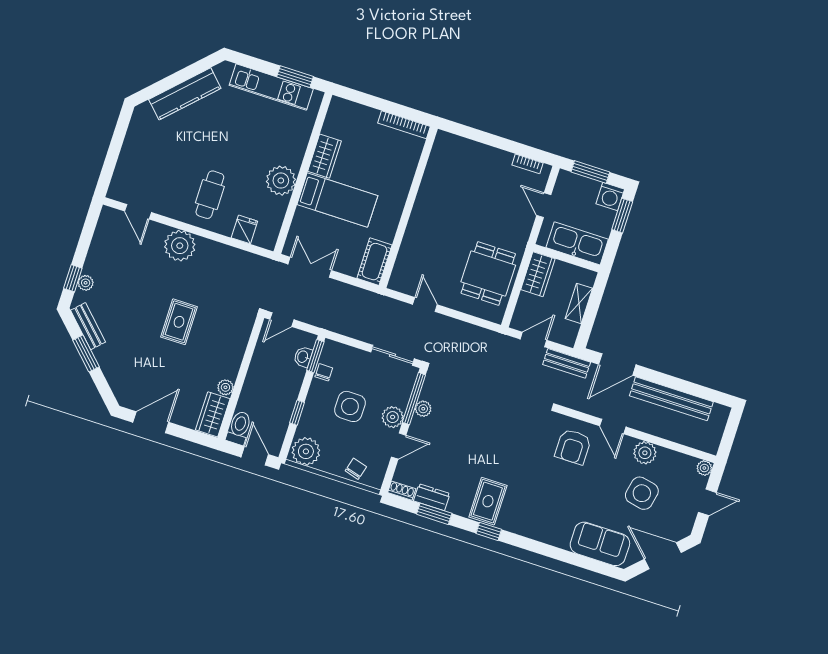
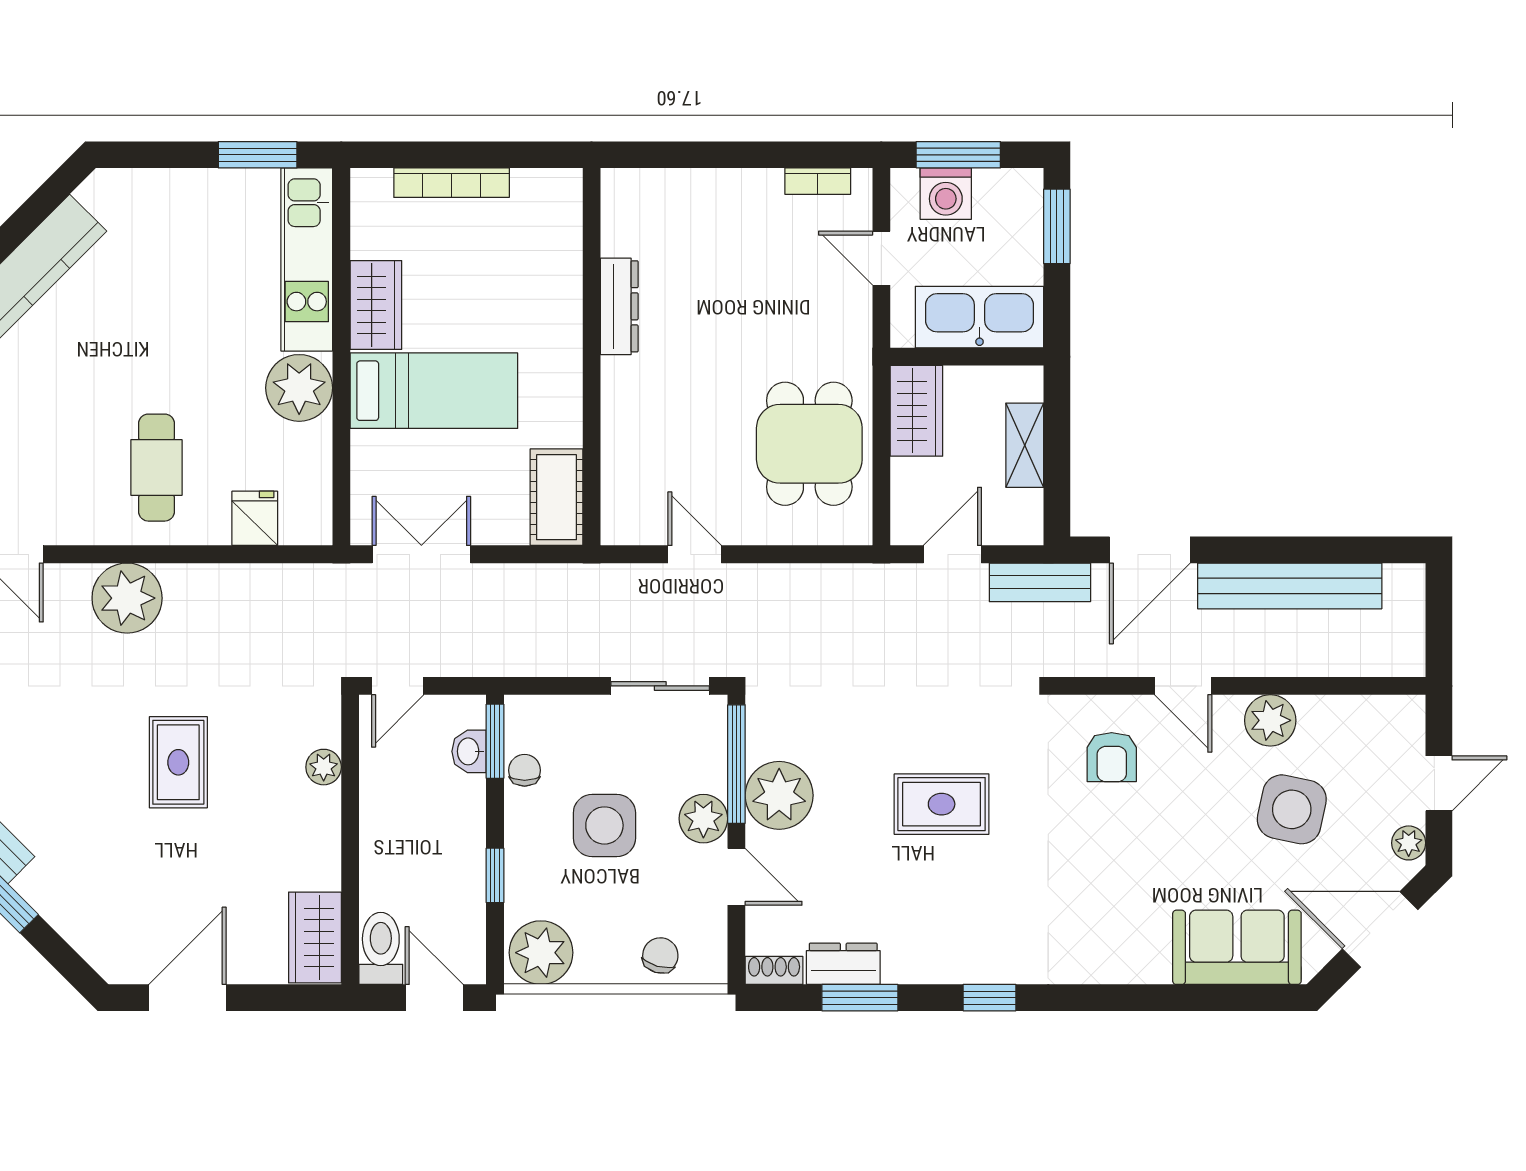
kitchen unit: (271, 87) -> (307, 259), moved, turned 90
bookcase: (404, 125) -> (452, 183), moved
dresser: (427, 190) -> (619, 306), added
washing machine: (610, 196) -> (946, 194), moved
plant: (225, 387) -> (324, 767), moved
plant: (423, 409) -> (779, 795), width x1.88, depth x1.88
door: (399, 446) -> (736, 877), hinge flipped
armchair: (573, 447) -> (1112, 757), width x0.72, depth x0.72
plant: (704, 468) -> (1409, 843), moved
rug: (488, 501) -> (942, 804), moved, turned 90

